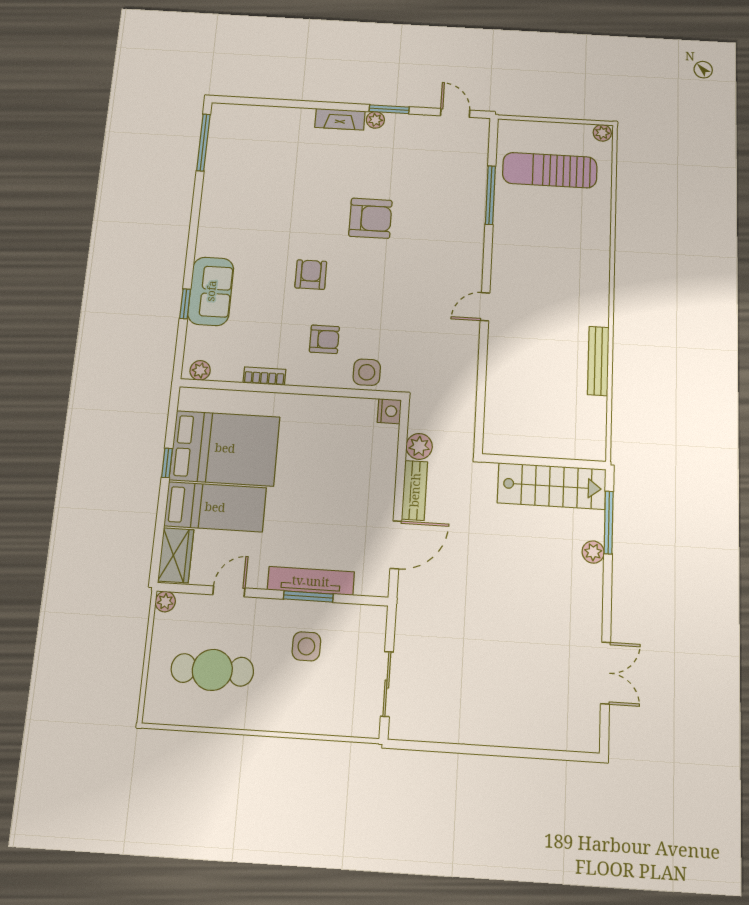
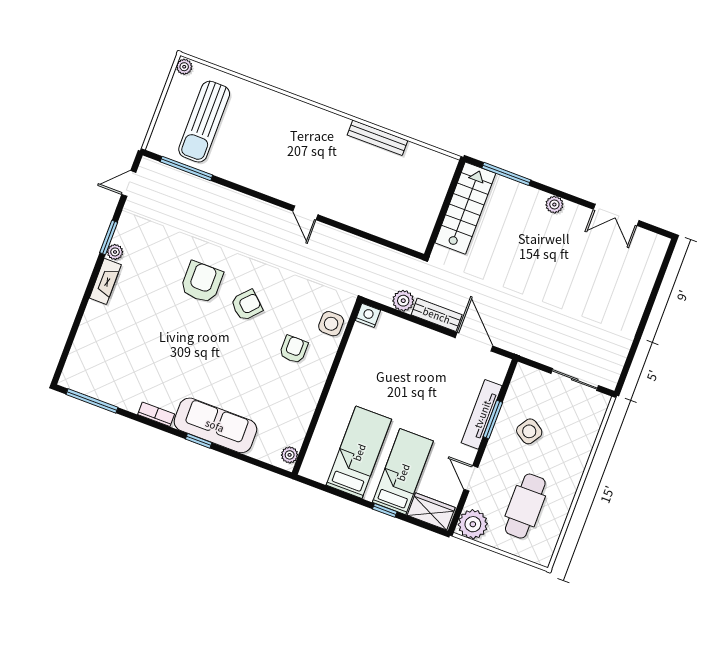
window: (490, 195) -> (186, 168), moved
armchair: (311, 275) -> (247, 305), moved, turned 133
sofa: (211, 291) -> (215, 425), width x1.36
window: (185, 304) -> (199, 441), moved
bookcase: (264, 376) -> (156, 414), moved, turned 90
bed: (225, 448) -> (359, 452), width x0.67
window: (167, 463) -> (385, 510), moved
plant: (593, 552) -> (554, 205), moved
plant: (165, 602) -> (473, 524), width x1.88, depth x1.88
side table: (306, 646) -> (529, 431), turned 33
double door: (606, 673) -> (616, 215), swing flipped

